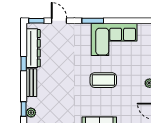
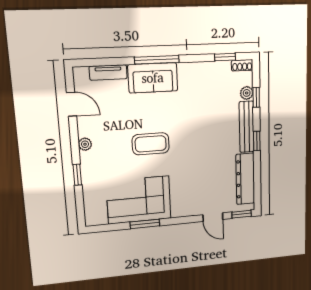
window: (93, 21) -> (145, 224), moved
window: (24, 64) -> (257, 141), moved
bench: (31, 83) -> (247, 127), width x1.36

